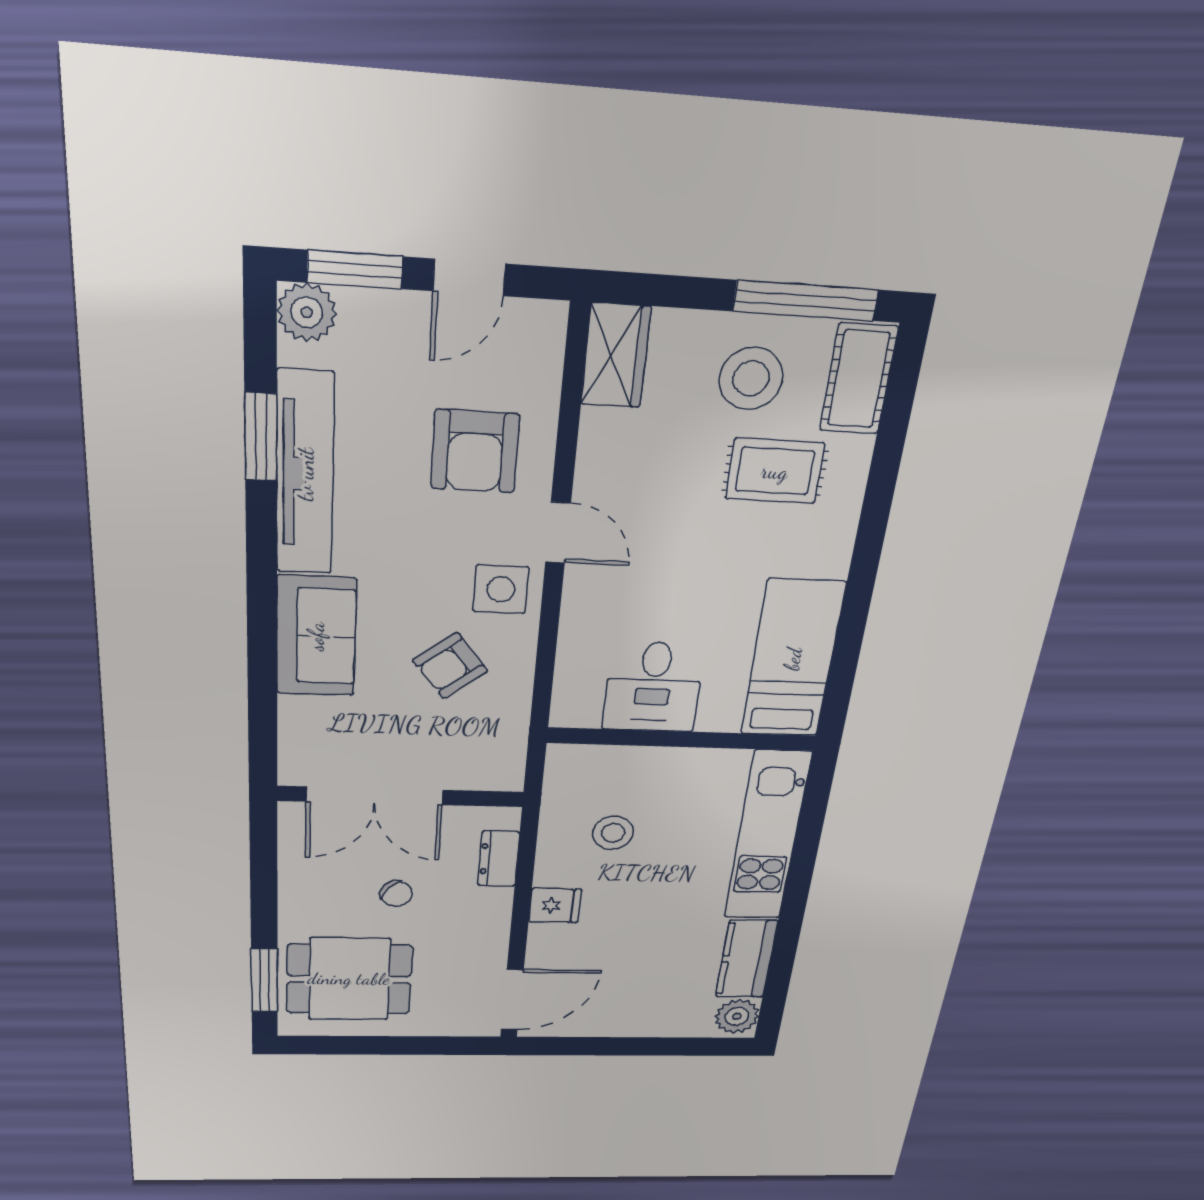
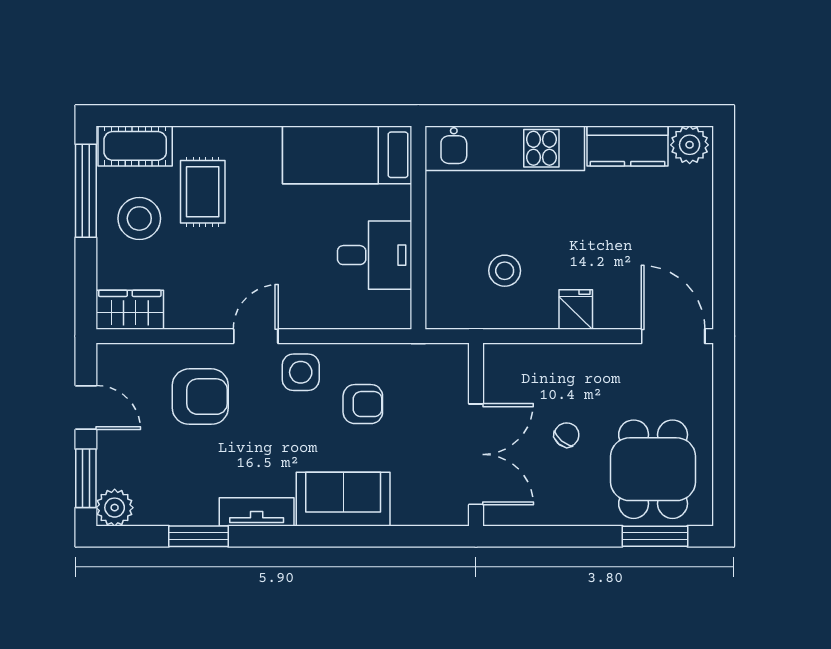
tv unit: (305, 474) -> (257, 512), width x0.52, depth x0.78
armchair: (450, 666) -> (363, 404), turned -52
dresser: (499, 859) -> (532, 357), removed

